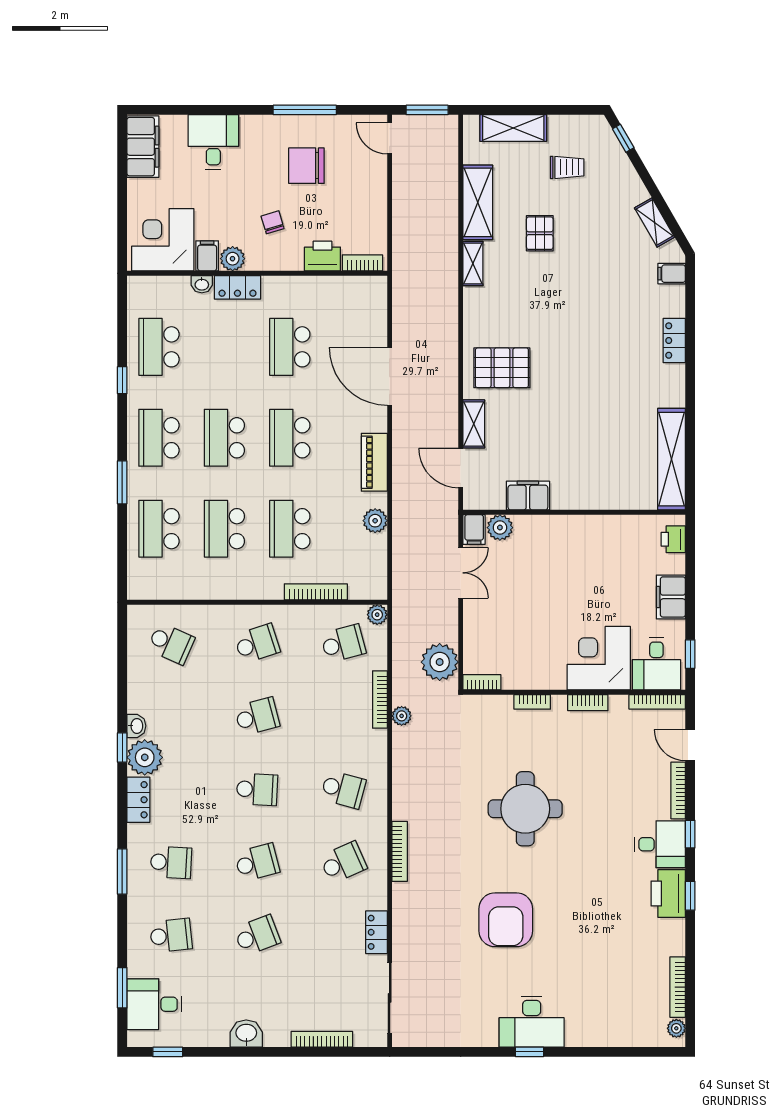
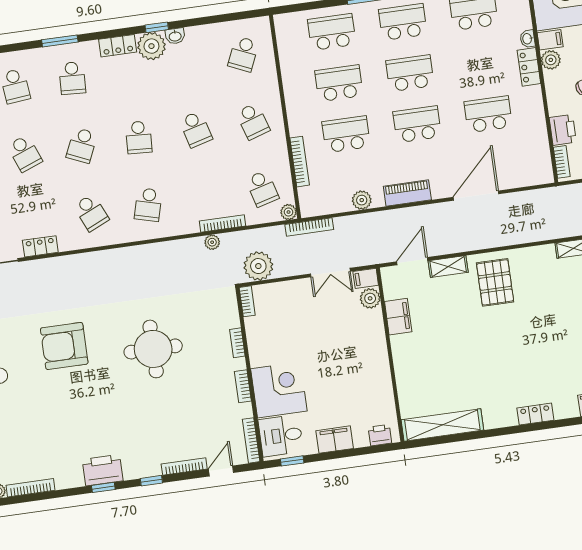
desk: (660, 844) -> (140, 458), removed
bookcase: (400, 851) -> (309, 227), moved
school desk: (257, 862) -> (82, 145), turned 39

